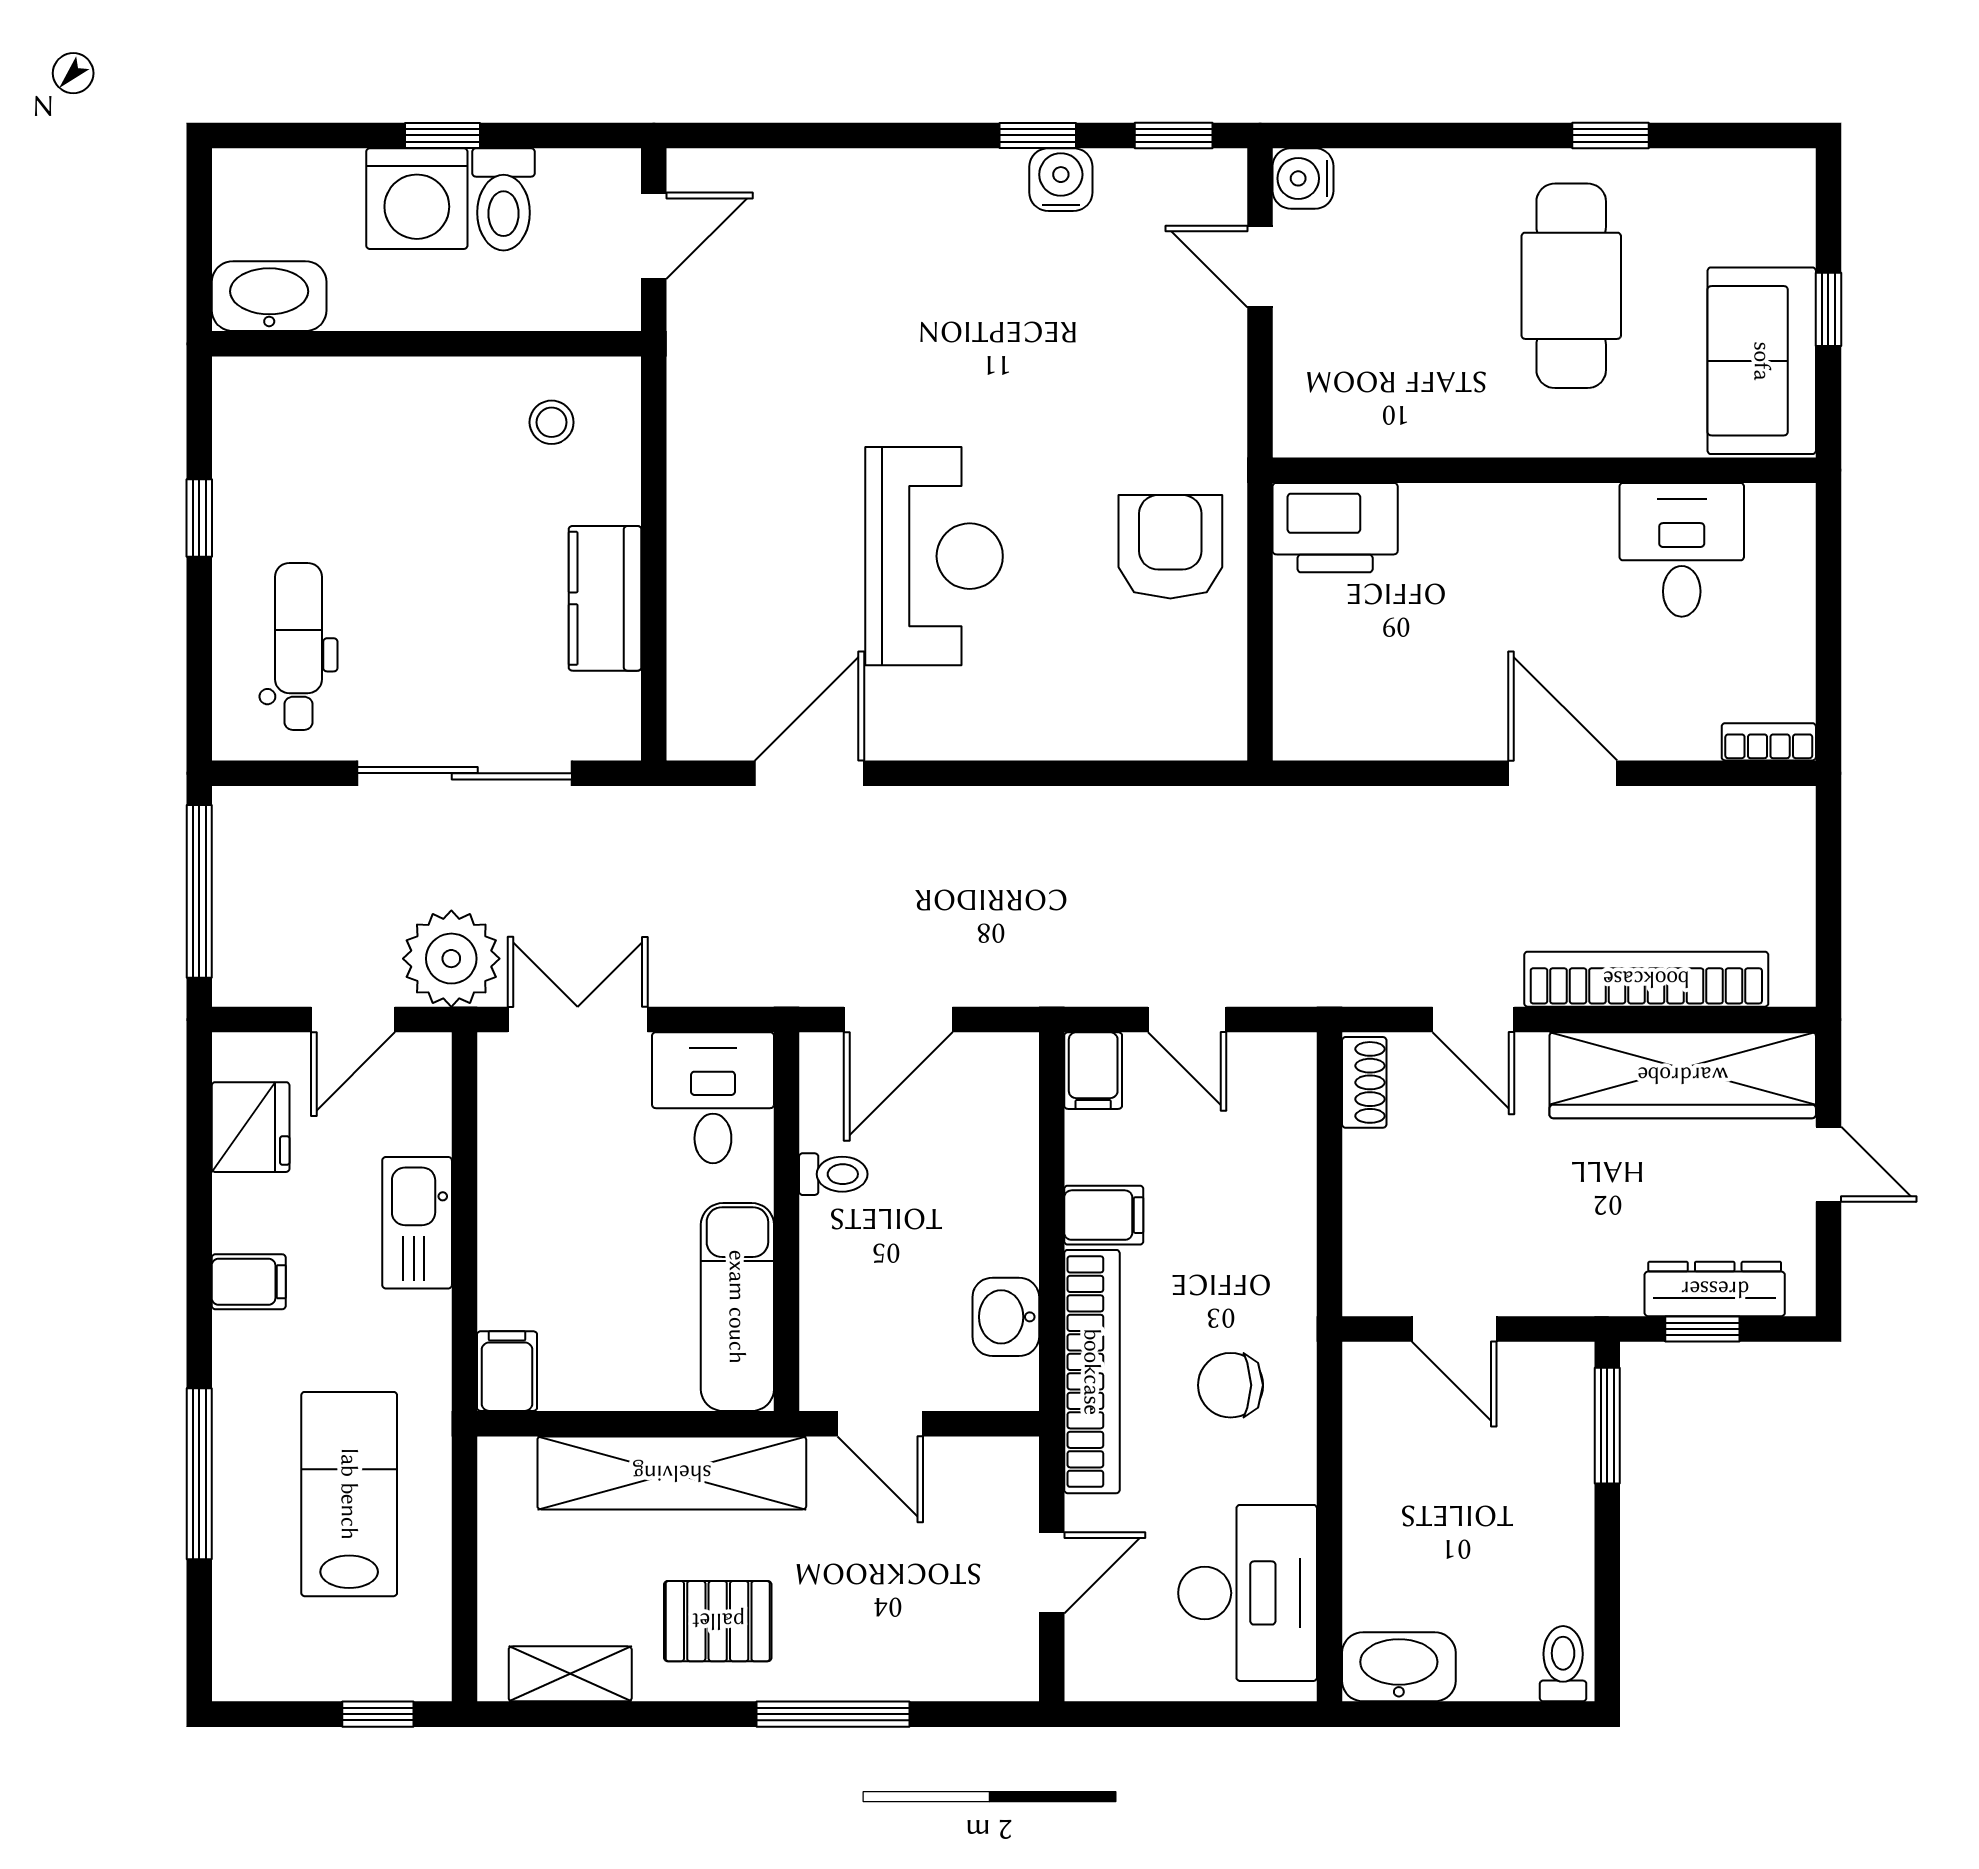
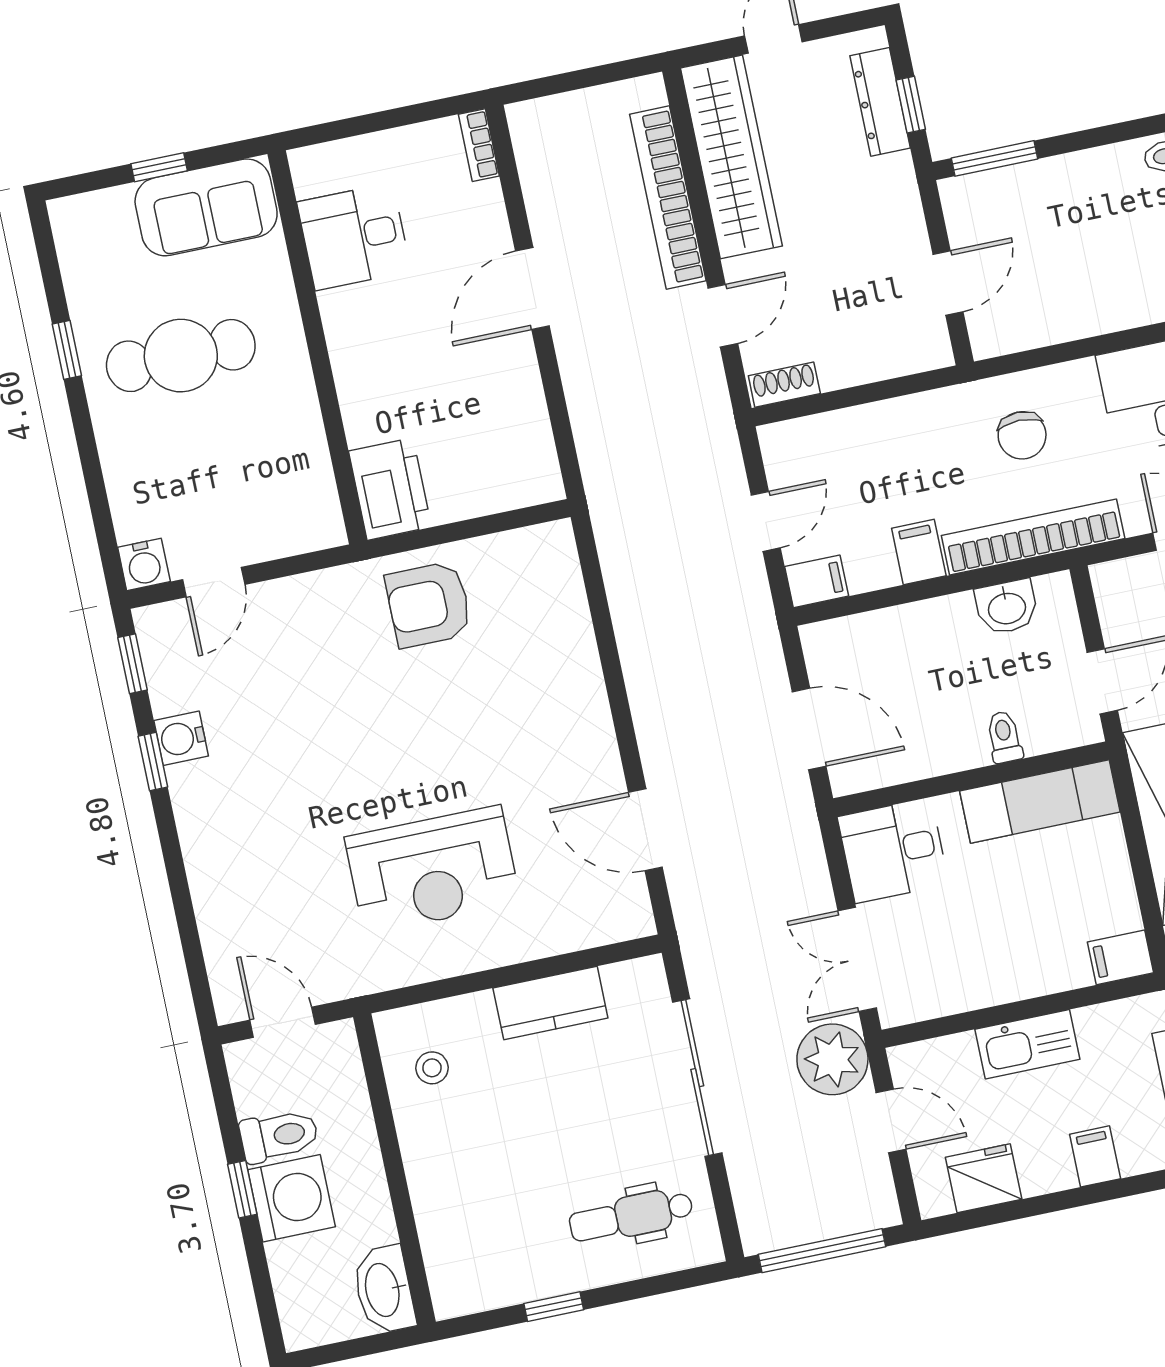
reception desk: (934, 556) -> (433, 870), moved, turned 180
toilet: (833, 1174) -> (1004, 737), moved

